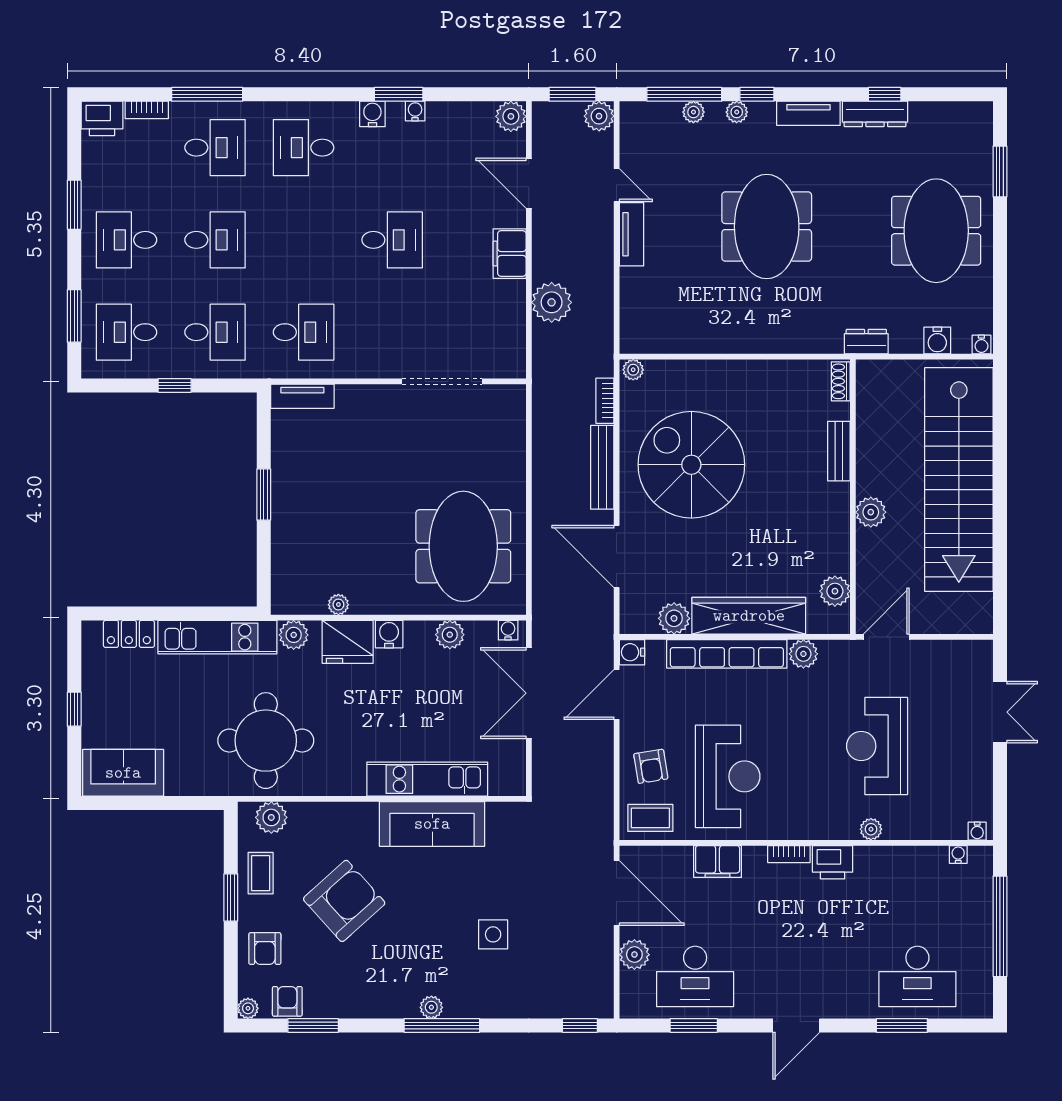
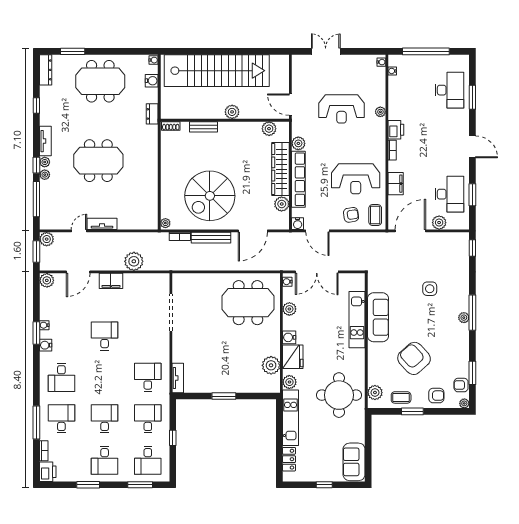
plant: (693, 112) -> (45, 162), moved
dresser: (875, 114) -> (46, 70), moved
plant: (338, 605) -> (271, 365), width x1.88, depth x1.88
reception desk: (728, 776) -> (356, 179), turned 180

